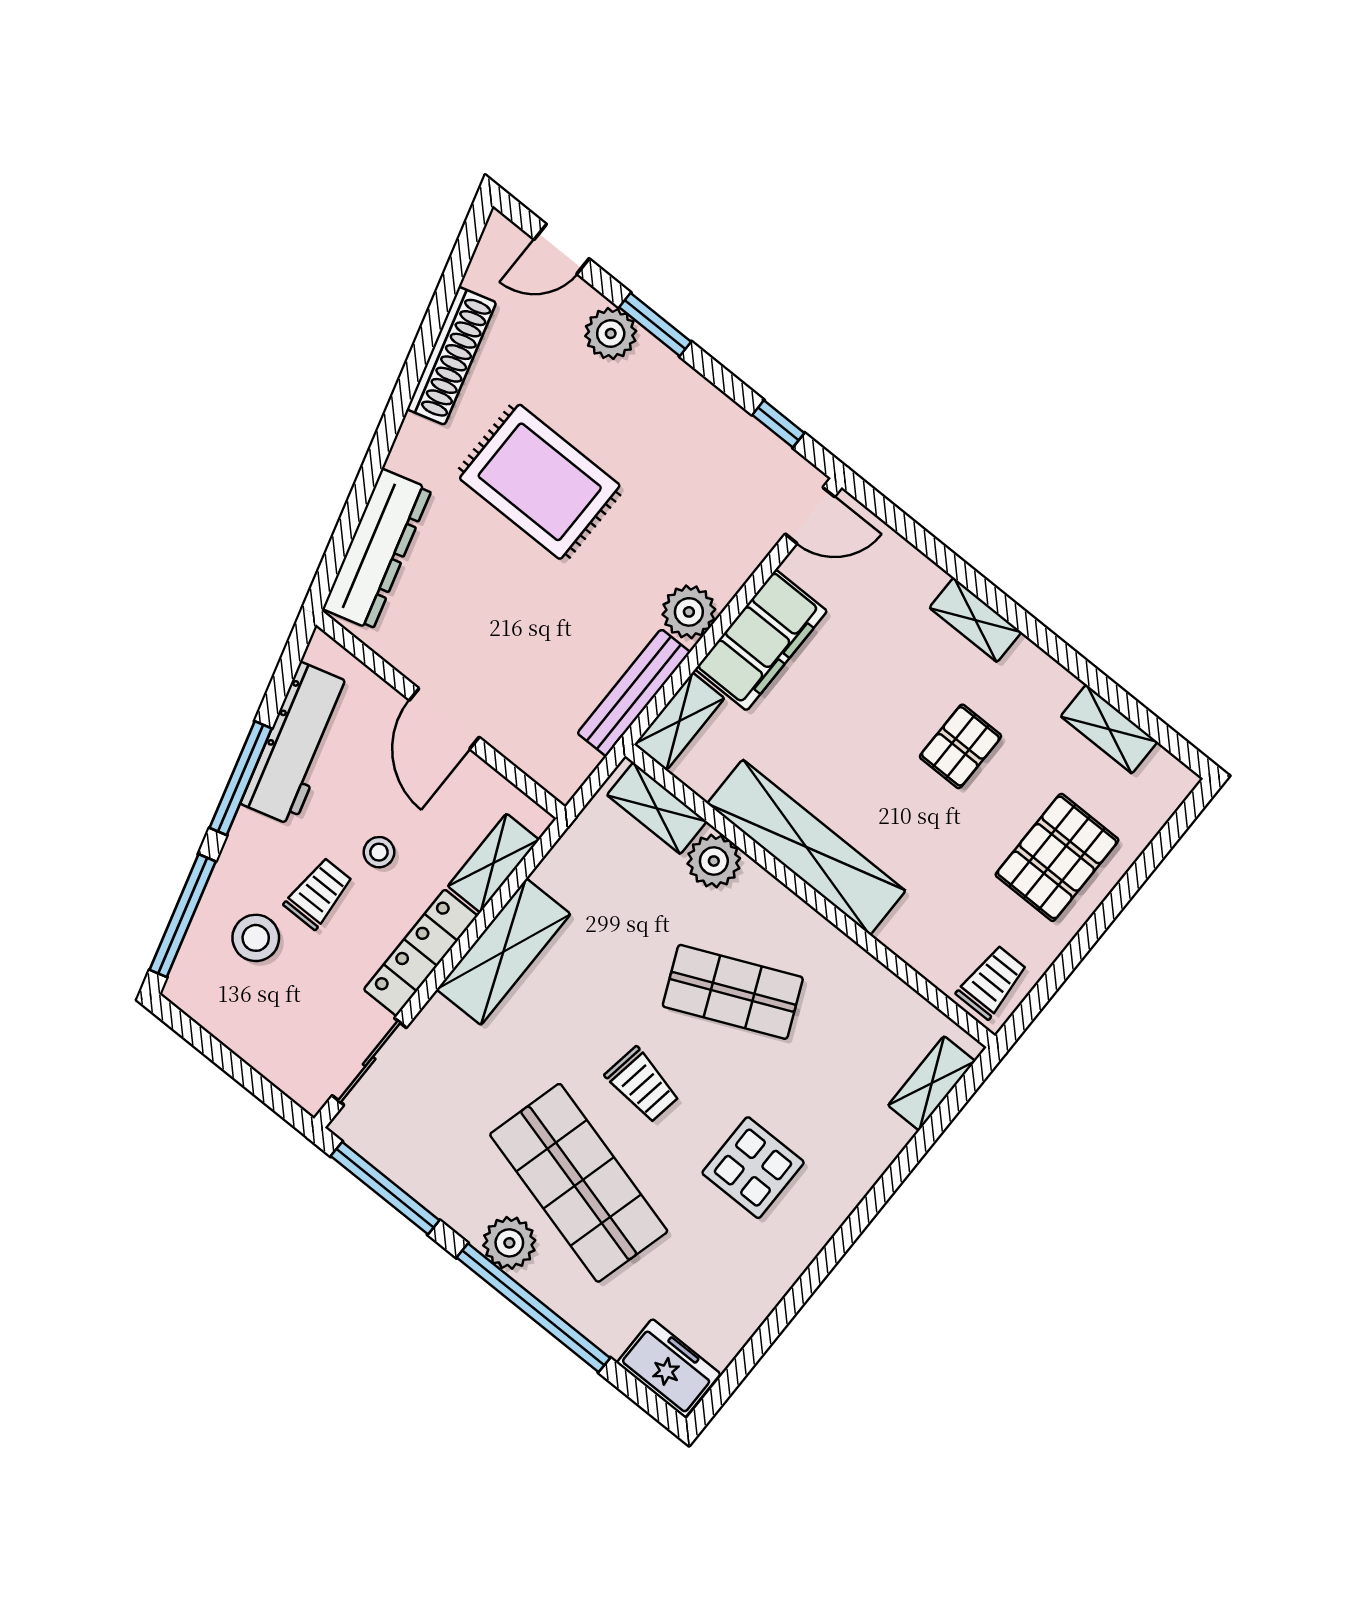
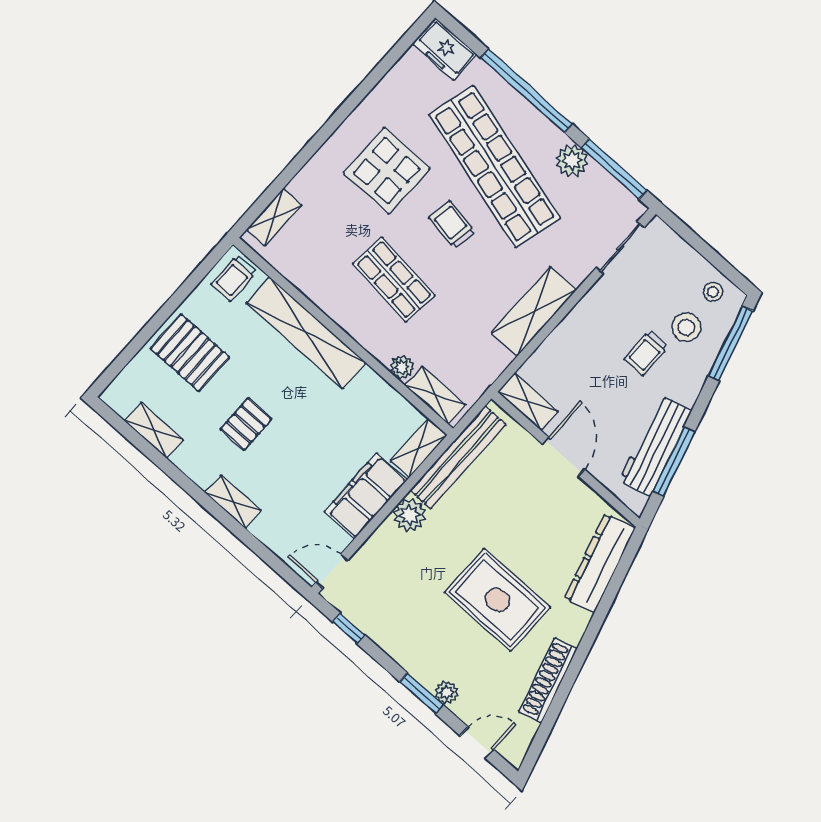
plant: (611, 334) -> (446, 692), width x0.73, depth x0.73
bench: (634, 693) -> (458, 457), width x1.37, depth x1.21
window: (241, 778) -> (674, 462), moved
shelving: (806, 847) -> (306, 333), moved
stool: (379, 852) -> (713, 292), moved
pallet: (1057, 857) -> (190, 353), turned 90
plant: (714, 861) -> (402, 367), width x0.73, depth x0.73
shelving: (493, 863) -> (528, 401), moved, turned 90
locker: (421, 953) -> (585, 313), removed
shop shelf: (733, 992) -> (394, 280), turned 30
display table: (753, 1168) -> (387, 171), width x1.36, depth x1.36
shop shelf: (579, 1183) -> (495, 166), width x1.40
plant: (509, 1243) -> (572, 161), moved

